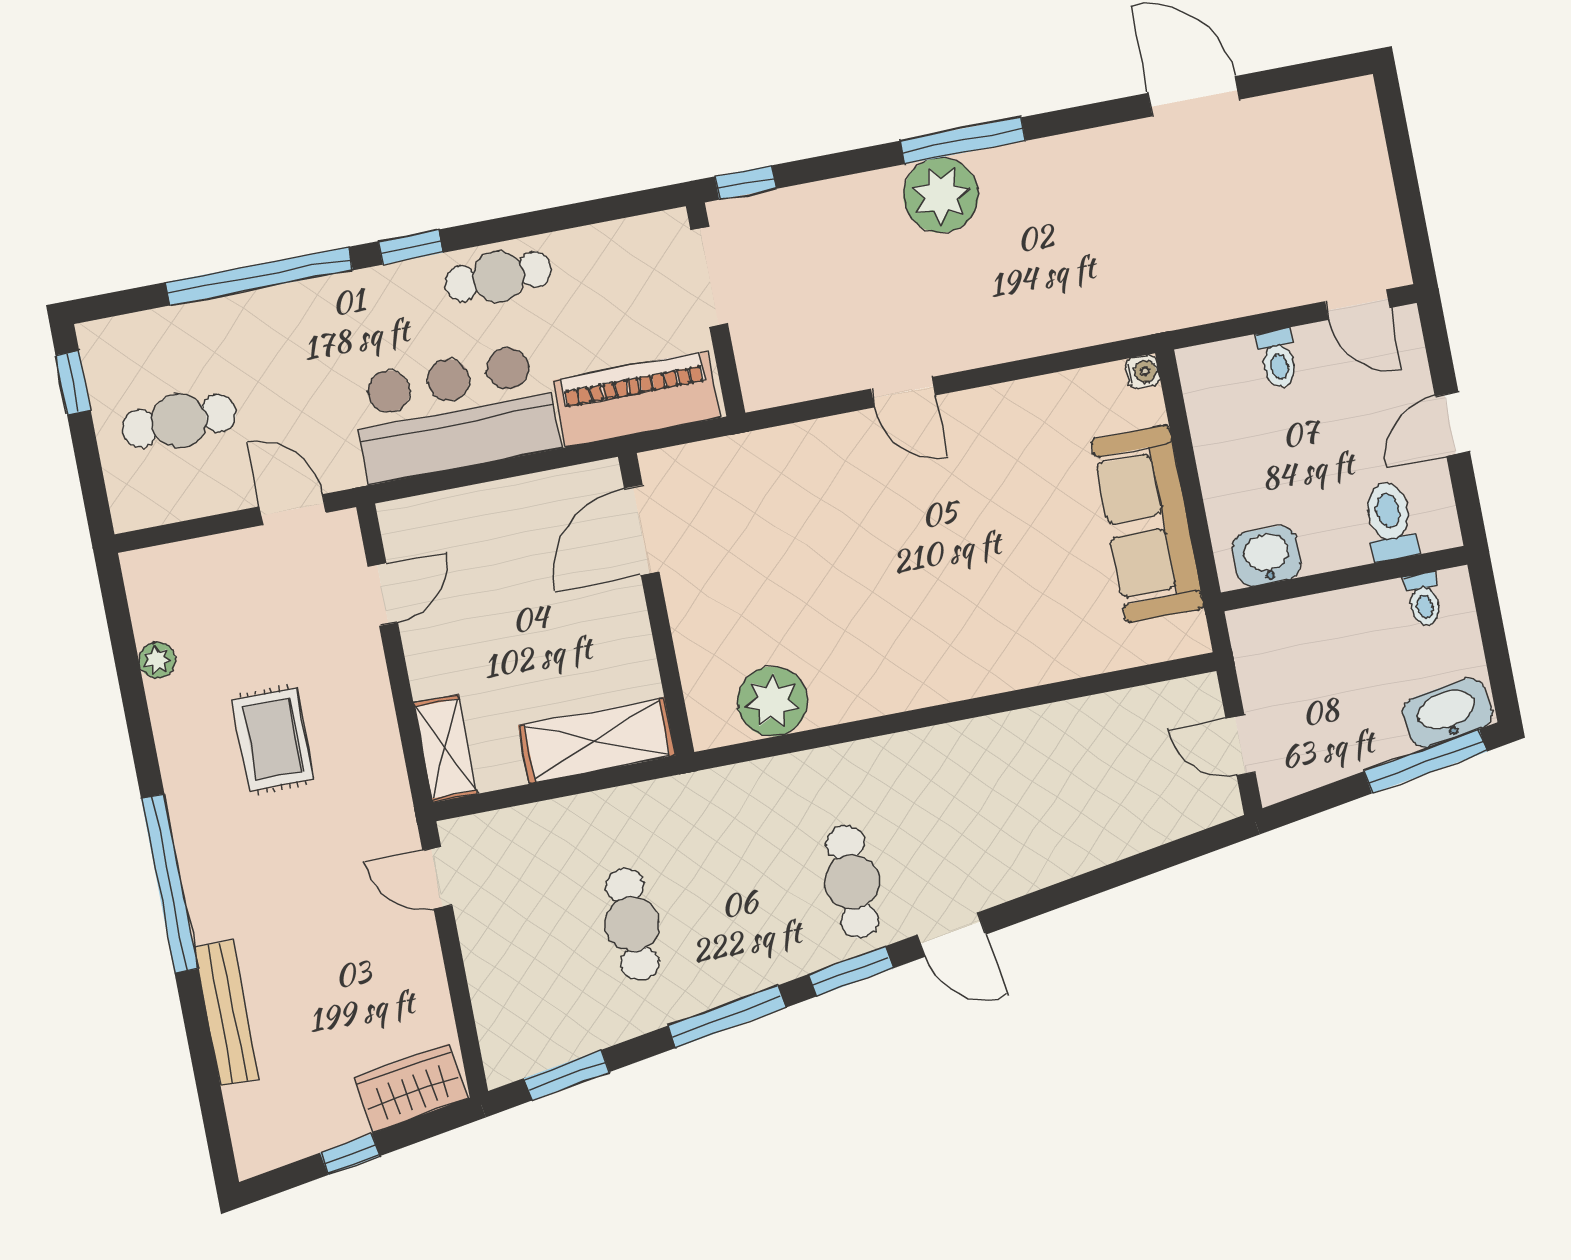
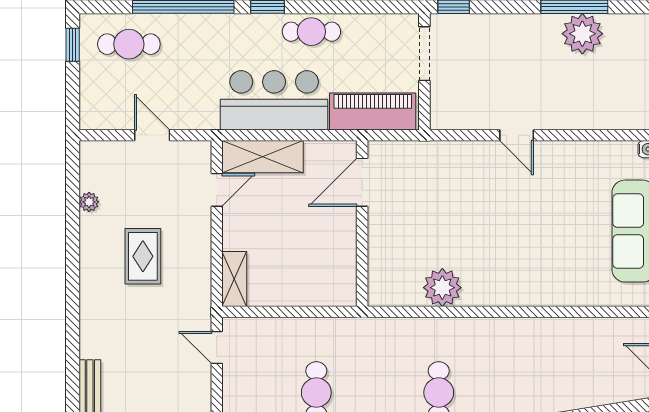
plant: (941, 195) -> (582, 34), moved
cafe table: (179, 421) -> (129, 44), moved
door: (293, 510) -> (152, 135), moved
plant: (772, 701) -> (442, 288), moved
shelving: (597, 741) -> (262, 157), moved
window: (170, 884) -> (73, 323), removed

